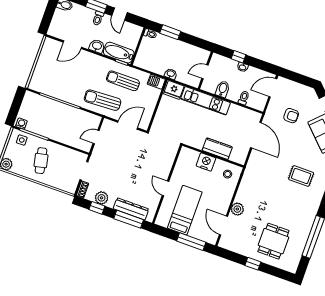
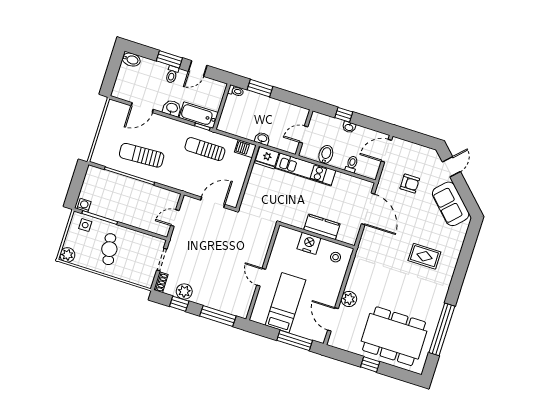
door: (119, 14) -> (198, 68), hinge flipped
sun lounger: (103, 100) -> (142, 155), moved
dresser: (131, 209) -> (220, 303), removed
dining table: (273, 241) -> (394, 336), width x1.88, depth x1.24

